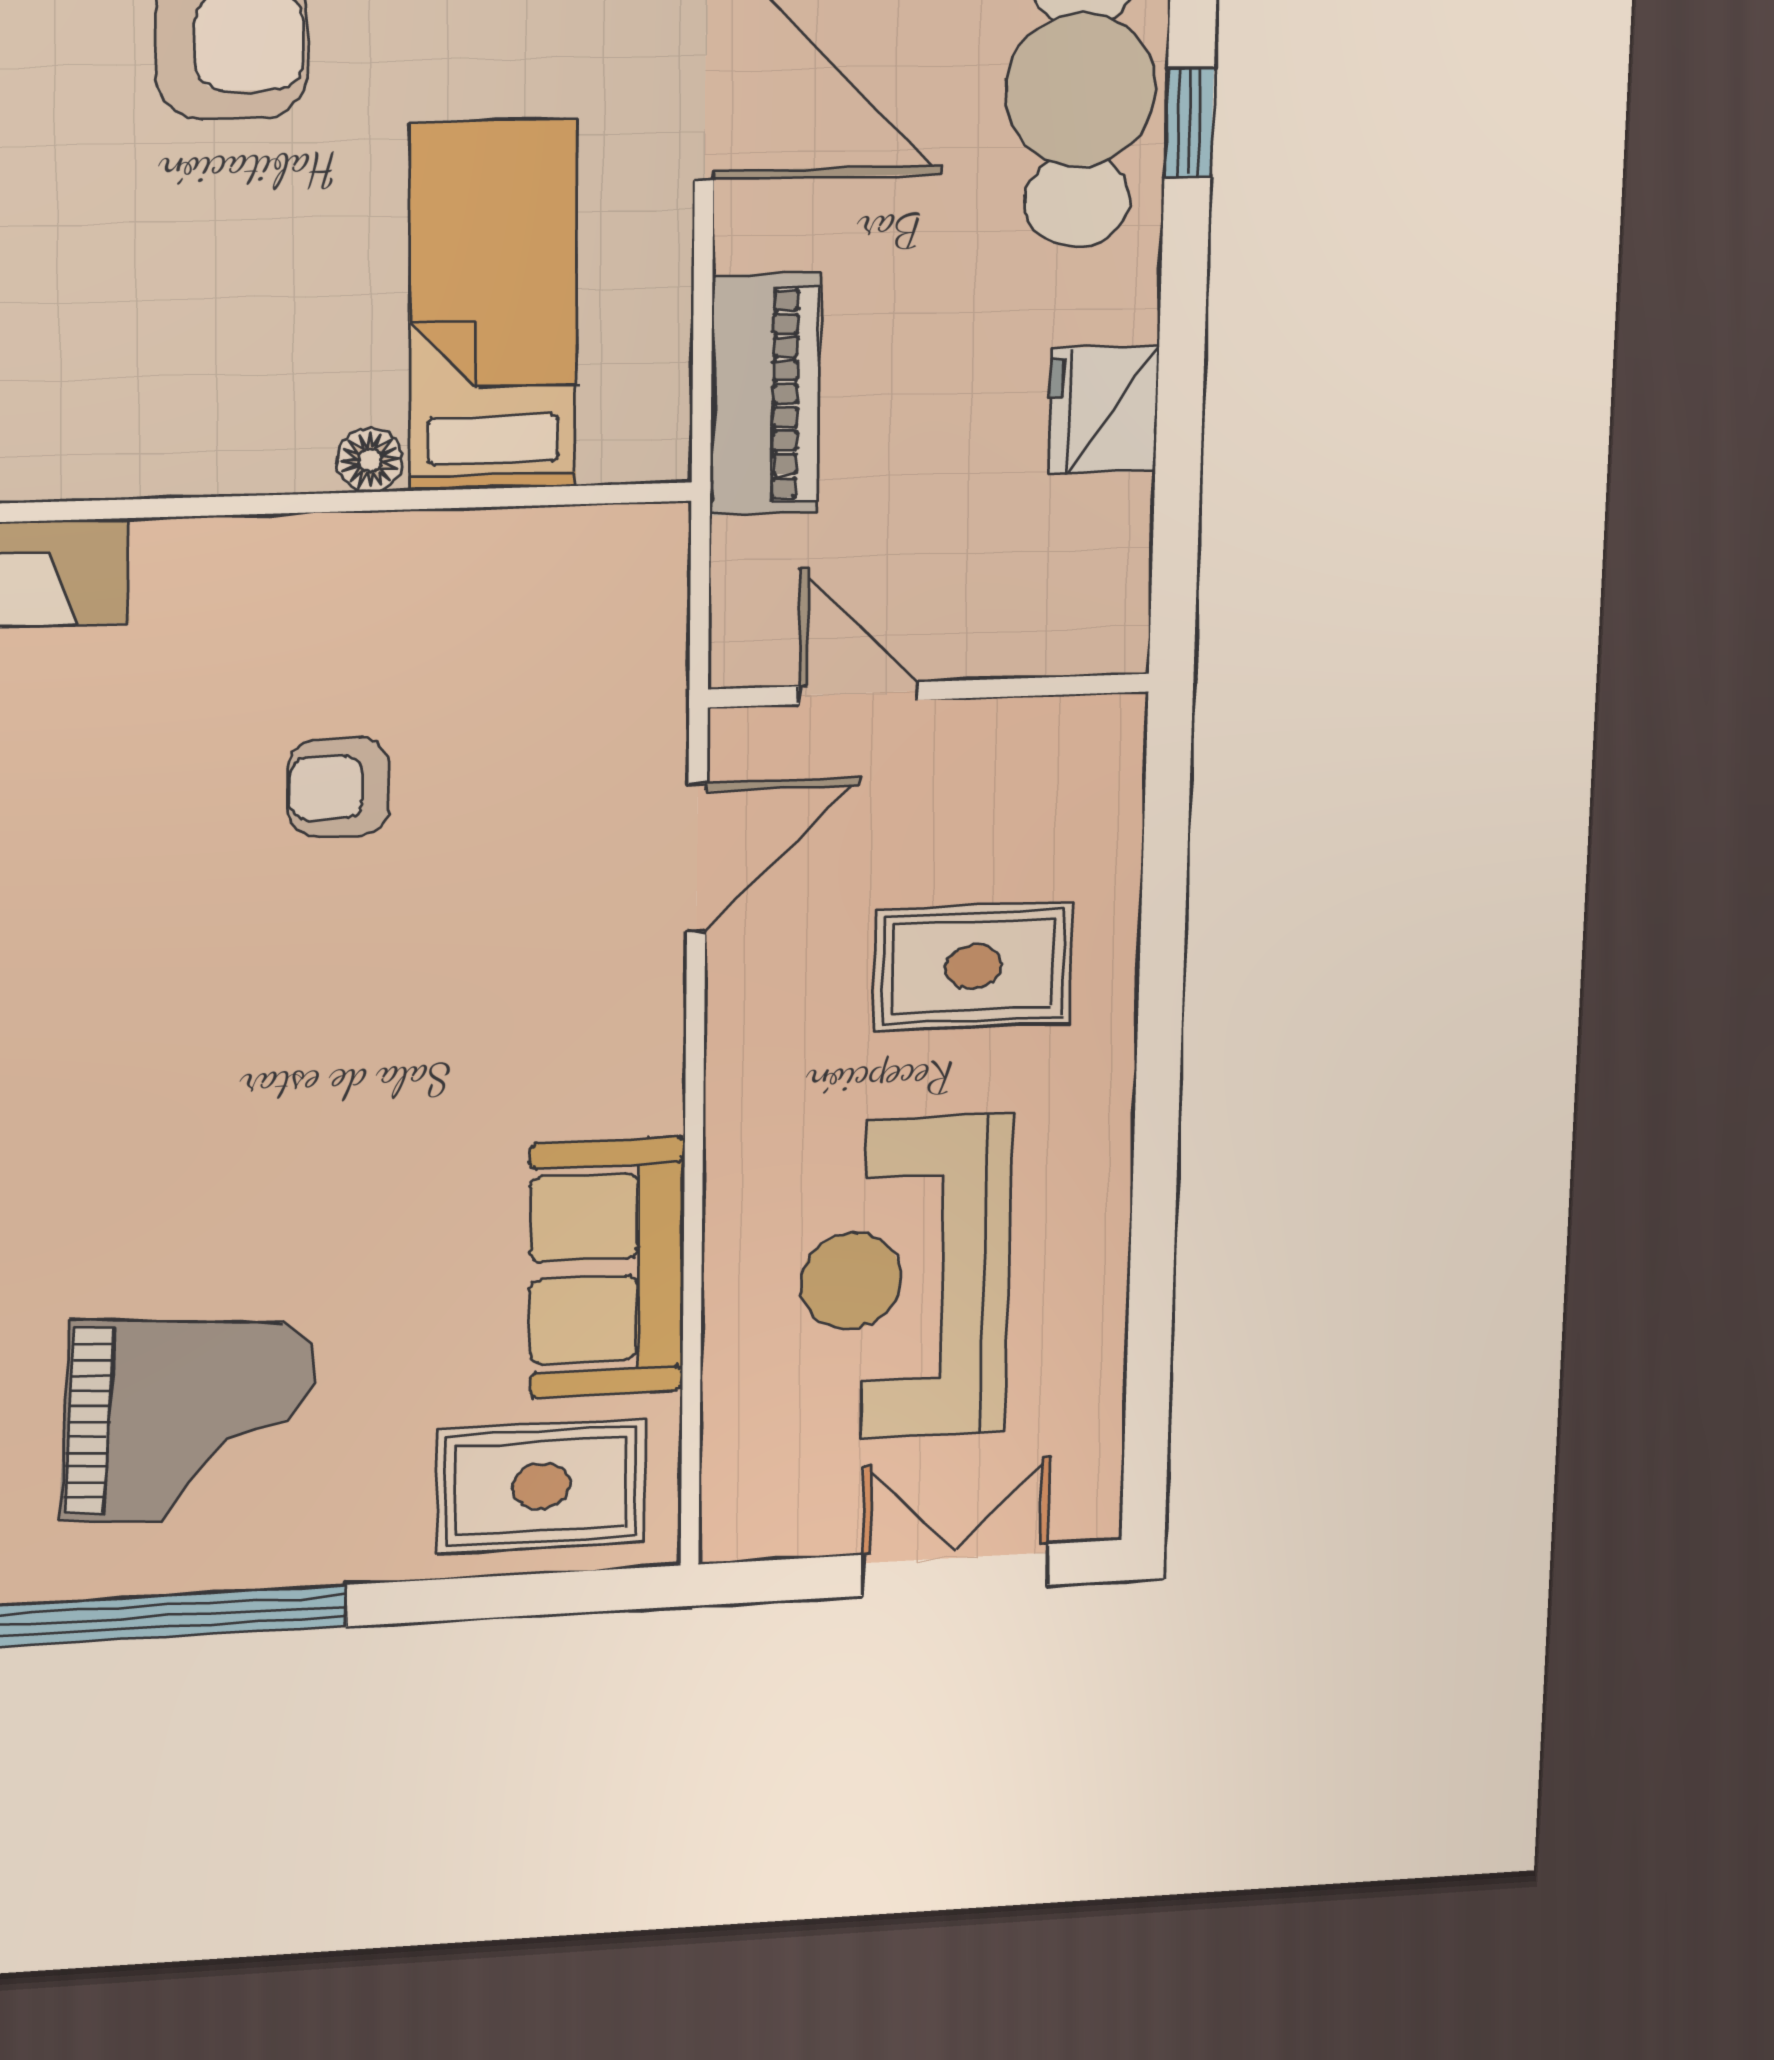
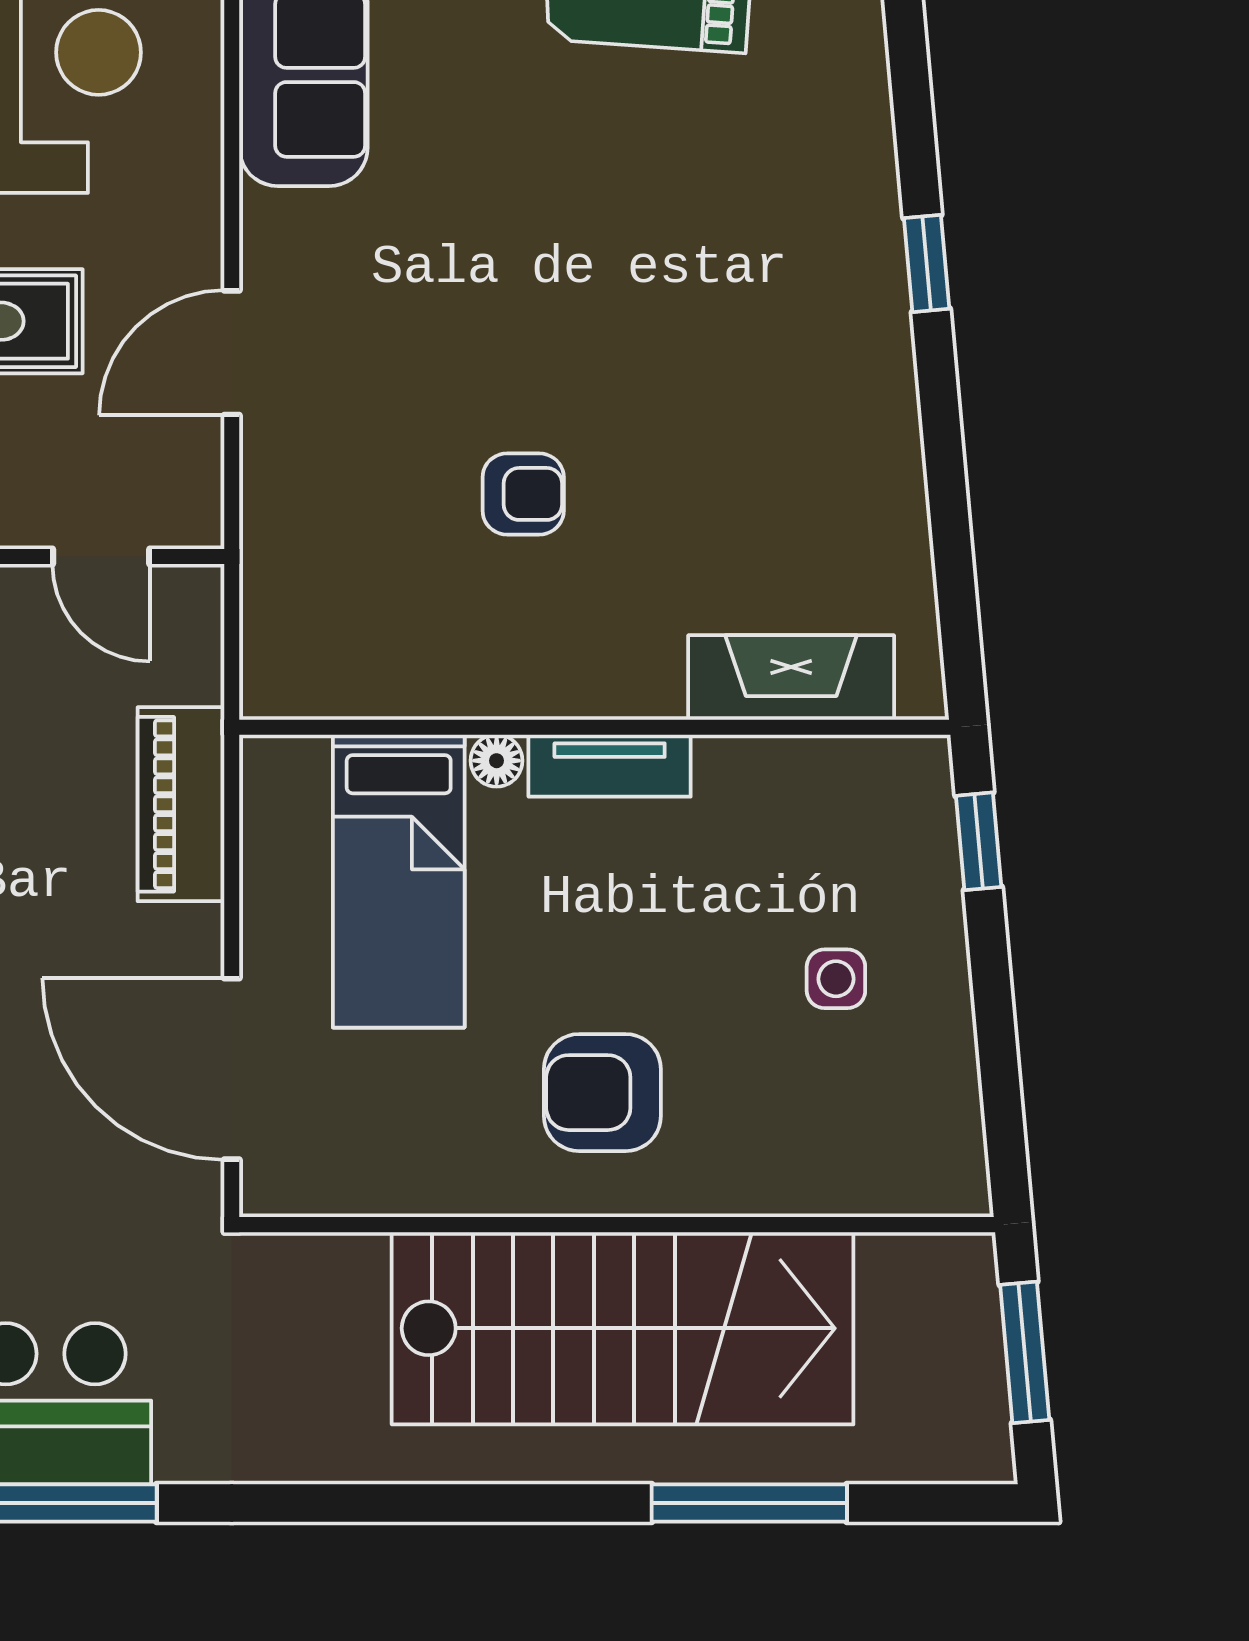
tv unit: (227, 458) -> (610, 766), added
door: (697, 858) -> (232, 353), moved

